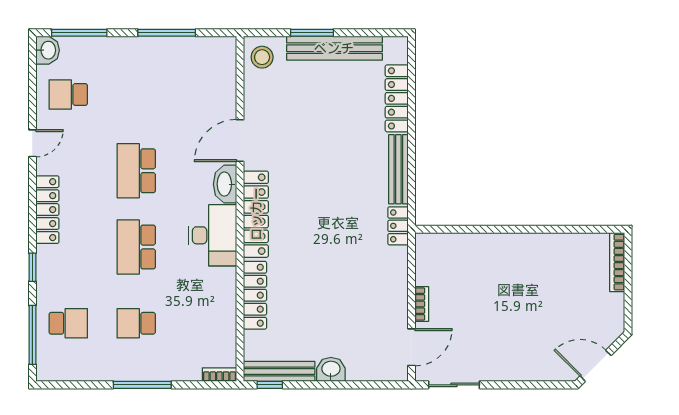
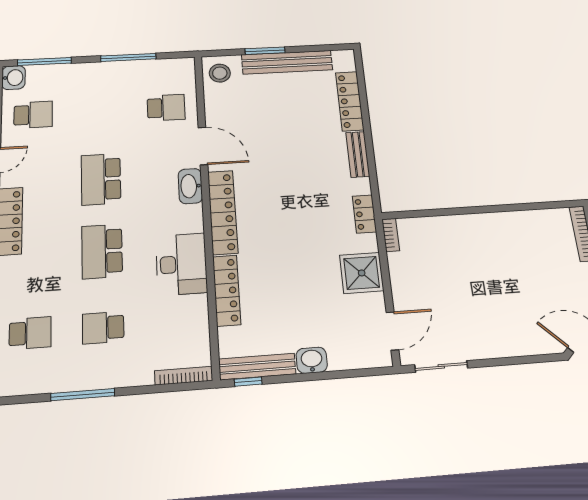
school desk: (68, 94) -> (33, 115), turned 180
school desk: (204, 94) -> (166, 108), added
door: (240, 141) -> (203, 146), swing flipped
bench: (398, 169) -> (358, 154), width x0.73
desk: (213, 235) -> (181, 264), moved
shower: (388, 287) -> (362, 273), added
bookcase: (422, 304) -> (391, 235), moved
bookcase: (219, 375) -> (184, 376), width x1.56
window: (142, 385) -> (83, 395), moved

